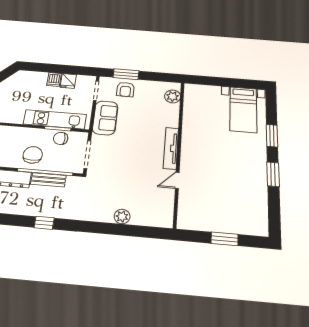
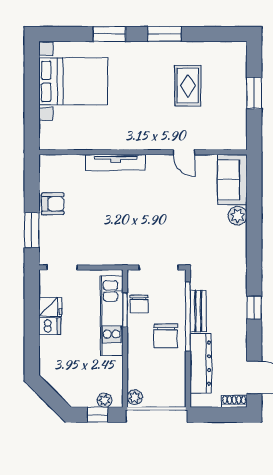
armchair: (125, 89) -> (53, 204), moved
plant: (173, 96) -> (62, 165), removed
bed with nightstands: (243, 110) -> (73, 81), width x1.36
sofa: (105, 118) -> (232, 180), moved, turned -90
tv unit: (171, 148) -> (116, 163), moved
chair: (33, 155) -> (166, 336), turned -90
rug: (231, 188) -> (188, 86), added

